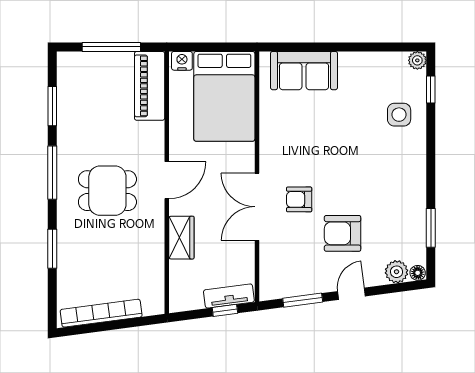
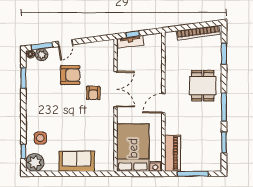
plant: (417, 60) -> (35, 162), width x1.87, depth x1.87
sofa: (304, 71) -> (77, 161), moved
dining table: (107, 191) -> (203, 86), moved, turned 90
armchair: (299, 199) -> (93, 93), turned 90
wardrobe: (181, 238) -> (156, 73), removed
window: (52, 249) -> (224, 54), moved
window: (303, 300) -> (42, 46), moved

